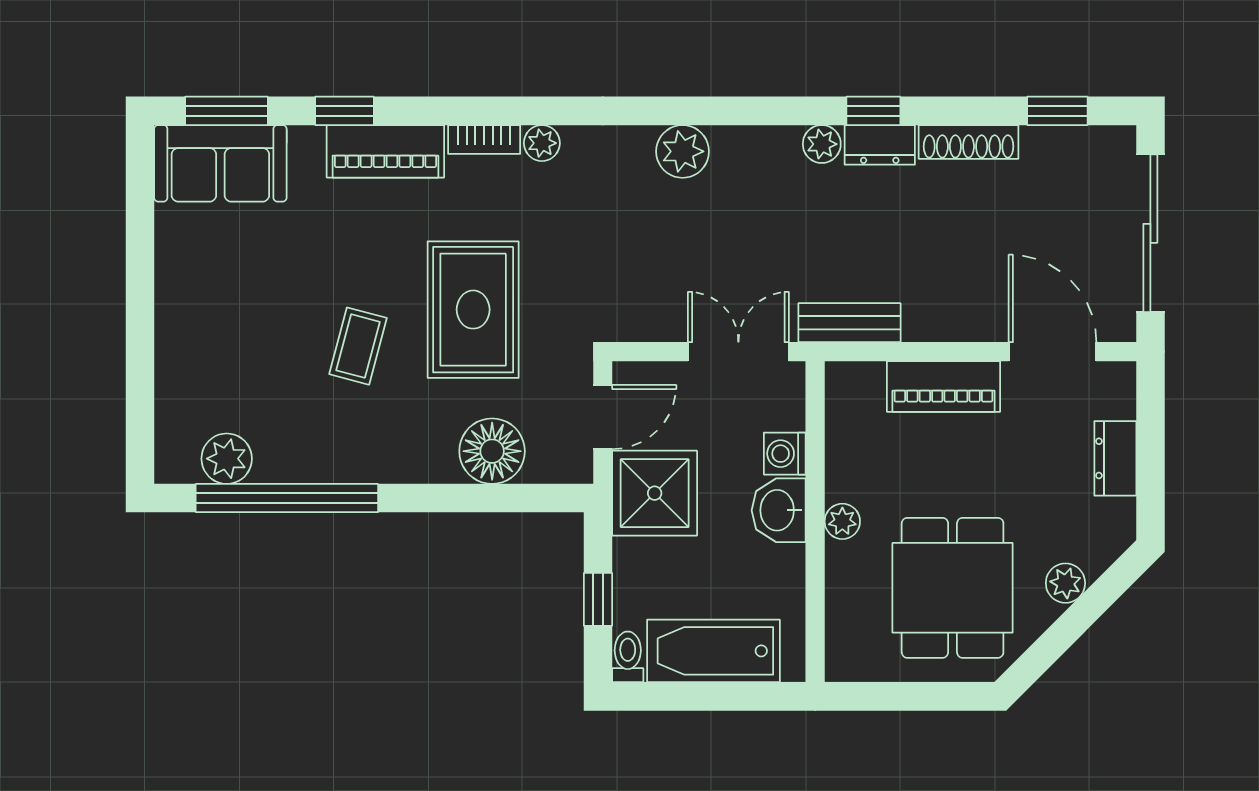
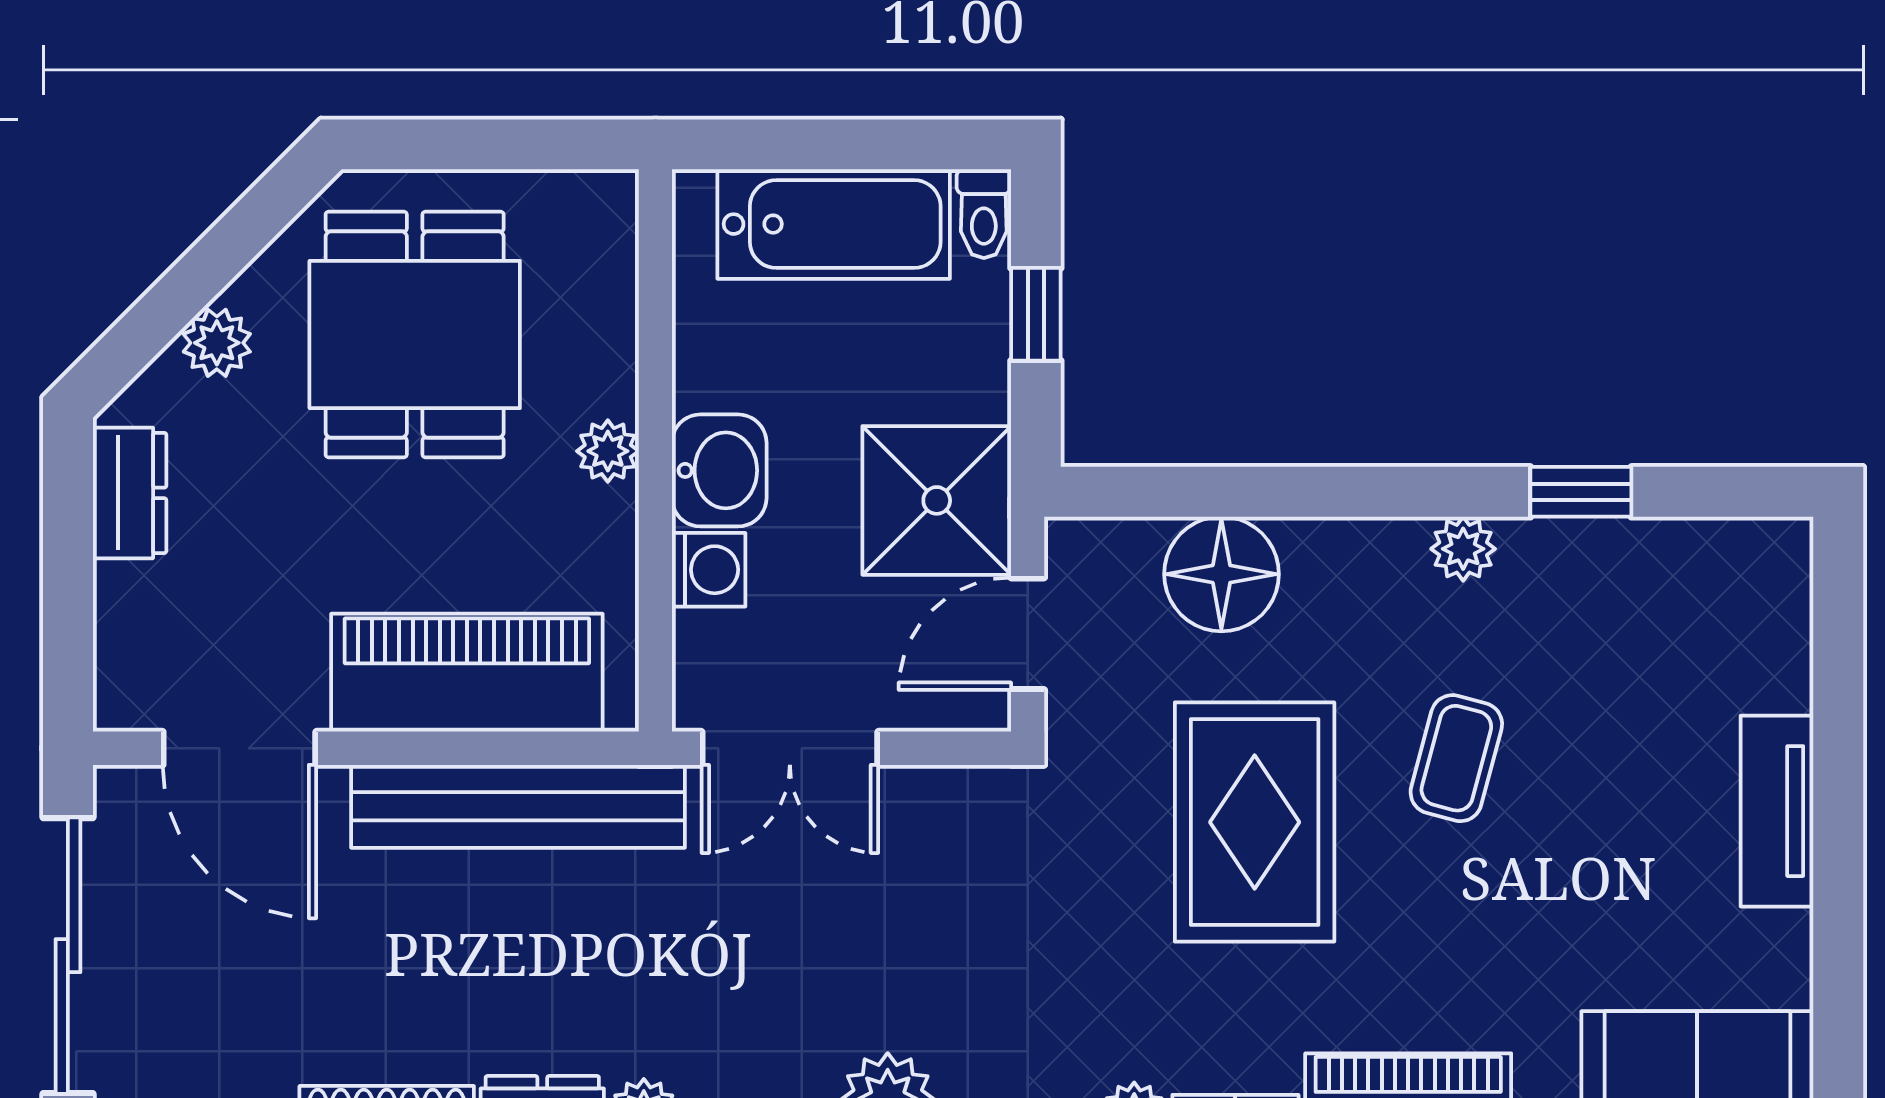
tv unit: (175, 316) -> (1777, 811), added
bench: (849, 323) -> (518, 806), width x1.86, depth x1.21
piano: (943, 387) -> (467, 673), width x1.37, depth x1.33
dresser: (1115, 458) -> (130, 493), moved
plant: (227, 459) -> (1463, 549), moved, width x0.73, depth x0.73
window: (287, 498) -> (1581, 492), width x0.32

